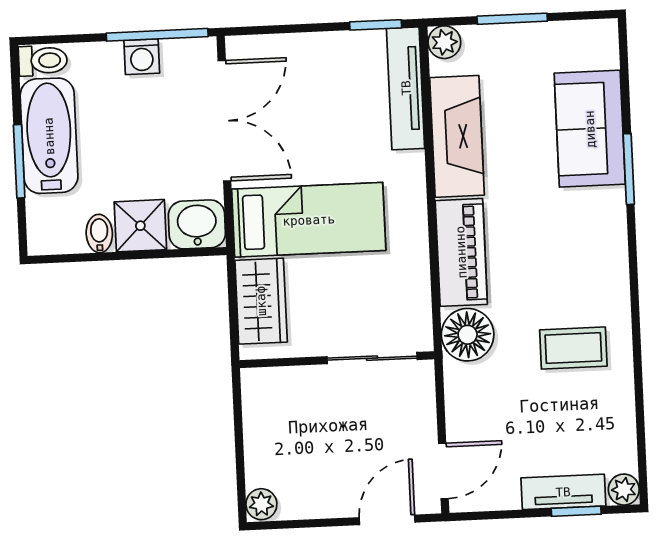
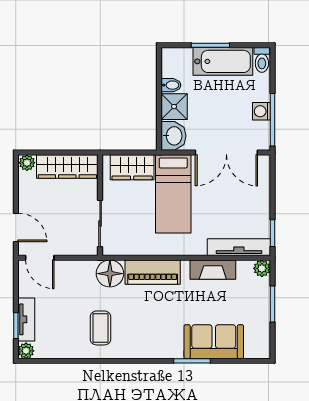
fireplace: (457, 136) -> (213, 270), width x0.73, depth x0.76
wardrobe: (265, 426) -> (67, 167), added

